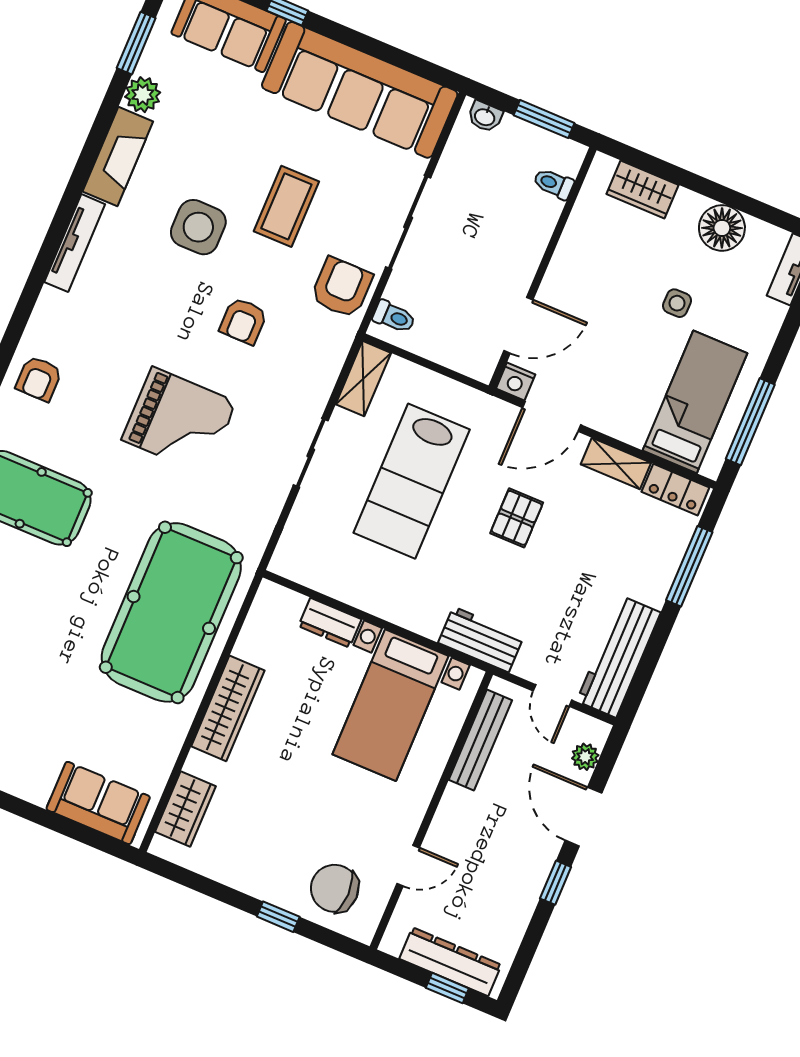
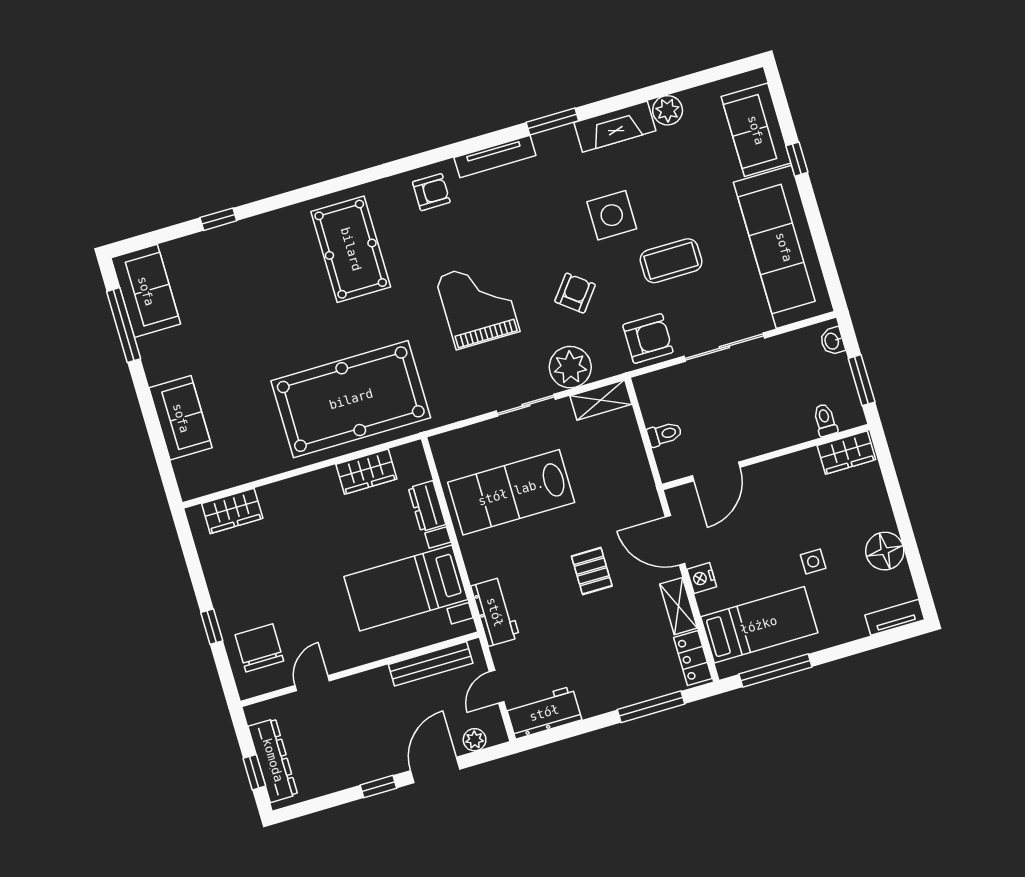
window: (136, 43) -> (552, 122), moved
wardrobe: (643, 189) -> (846, 453), moved, turned -90
tv unit: (75, 243) -> (495, 157), moved
toilet: (394, 317) -> (664, 434), moved, turned -90
armchair: (243, 321) -> (575, 293), turned 128
door: (518, 325) -> (716, 471), hinge flipped
armchair: (39, 379) -> (431, 192), turned 180
nightstand: (516, 381) -> (702, 578), moved
plant: (309, 382) -> (570, 367), added
grand piano: (179, 421) -> (478, 304), turned 180
lab bench: (412, 481) -> (511, 492), moved
pallet: (517, 518) -> (592, 571), turned 90
workbench: (619, 657) -> (544, 713), width x0.73
wardrobe: (228, 708) -> (366, 472), moved, width x0.67
sofa: (98, 803) -> (181, 418), moved
door: (408, 866) -> (312, 683), swing flipped

